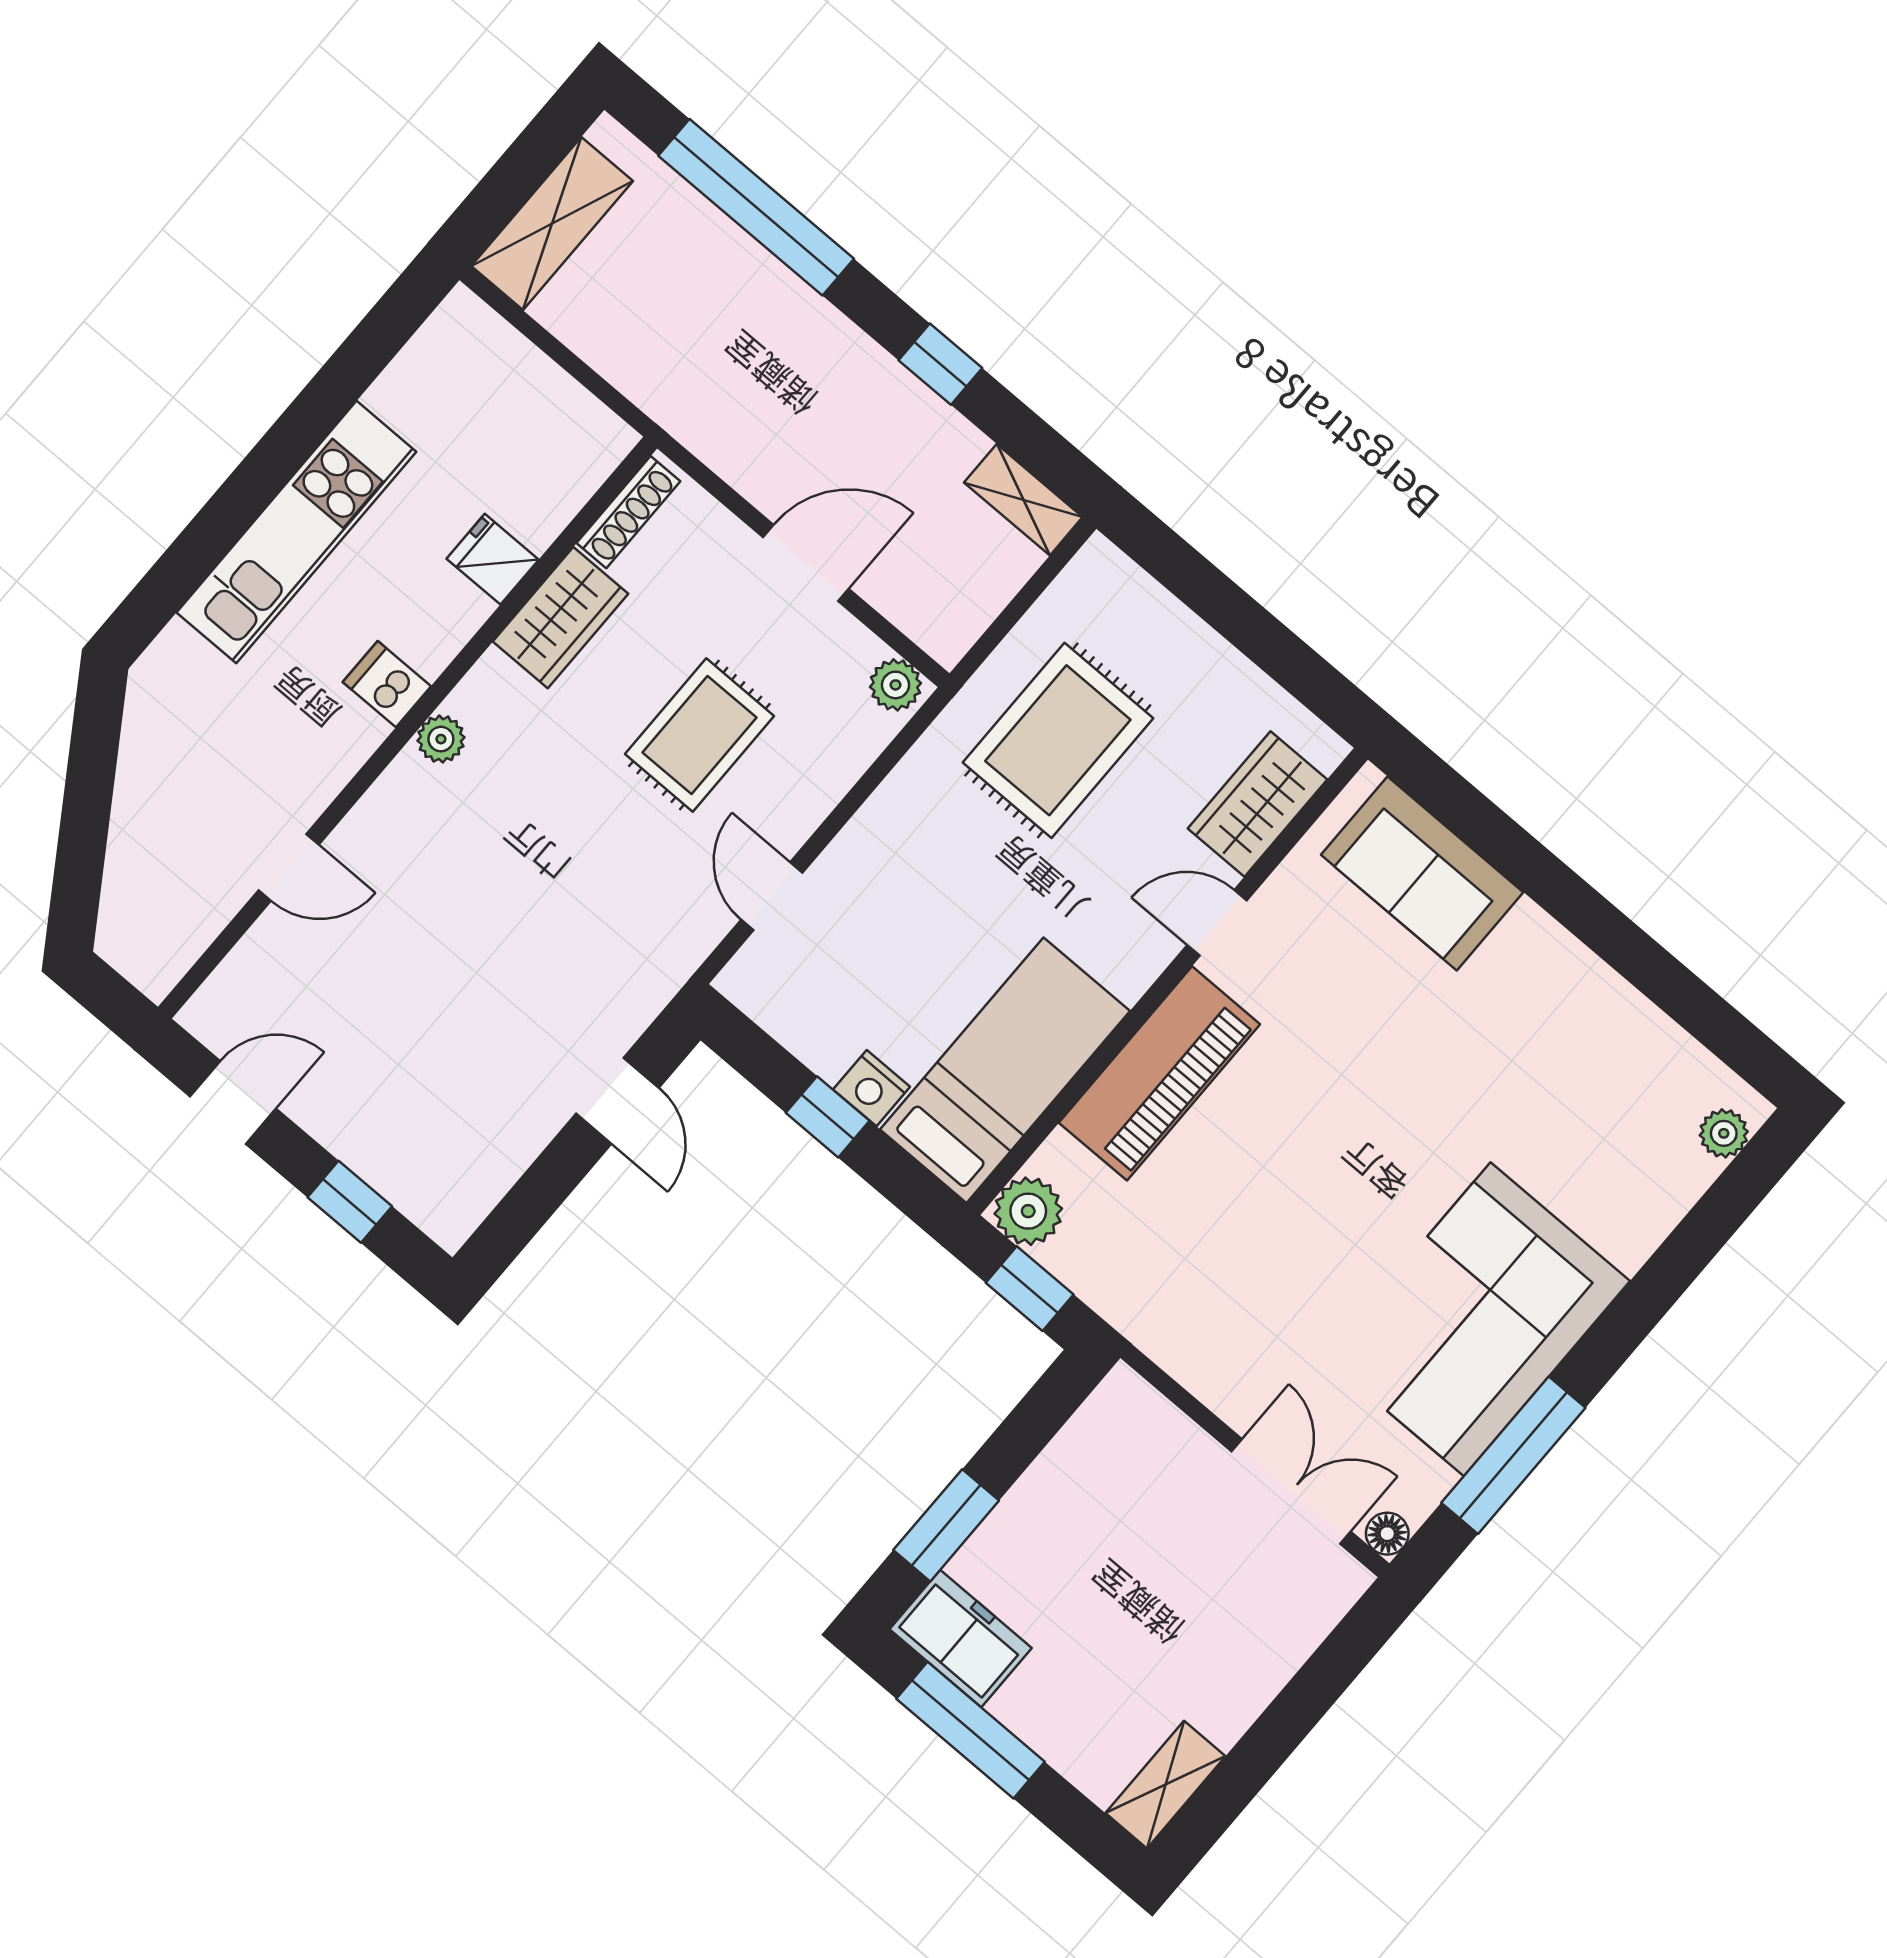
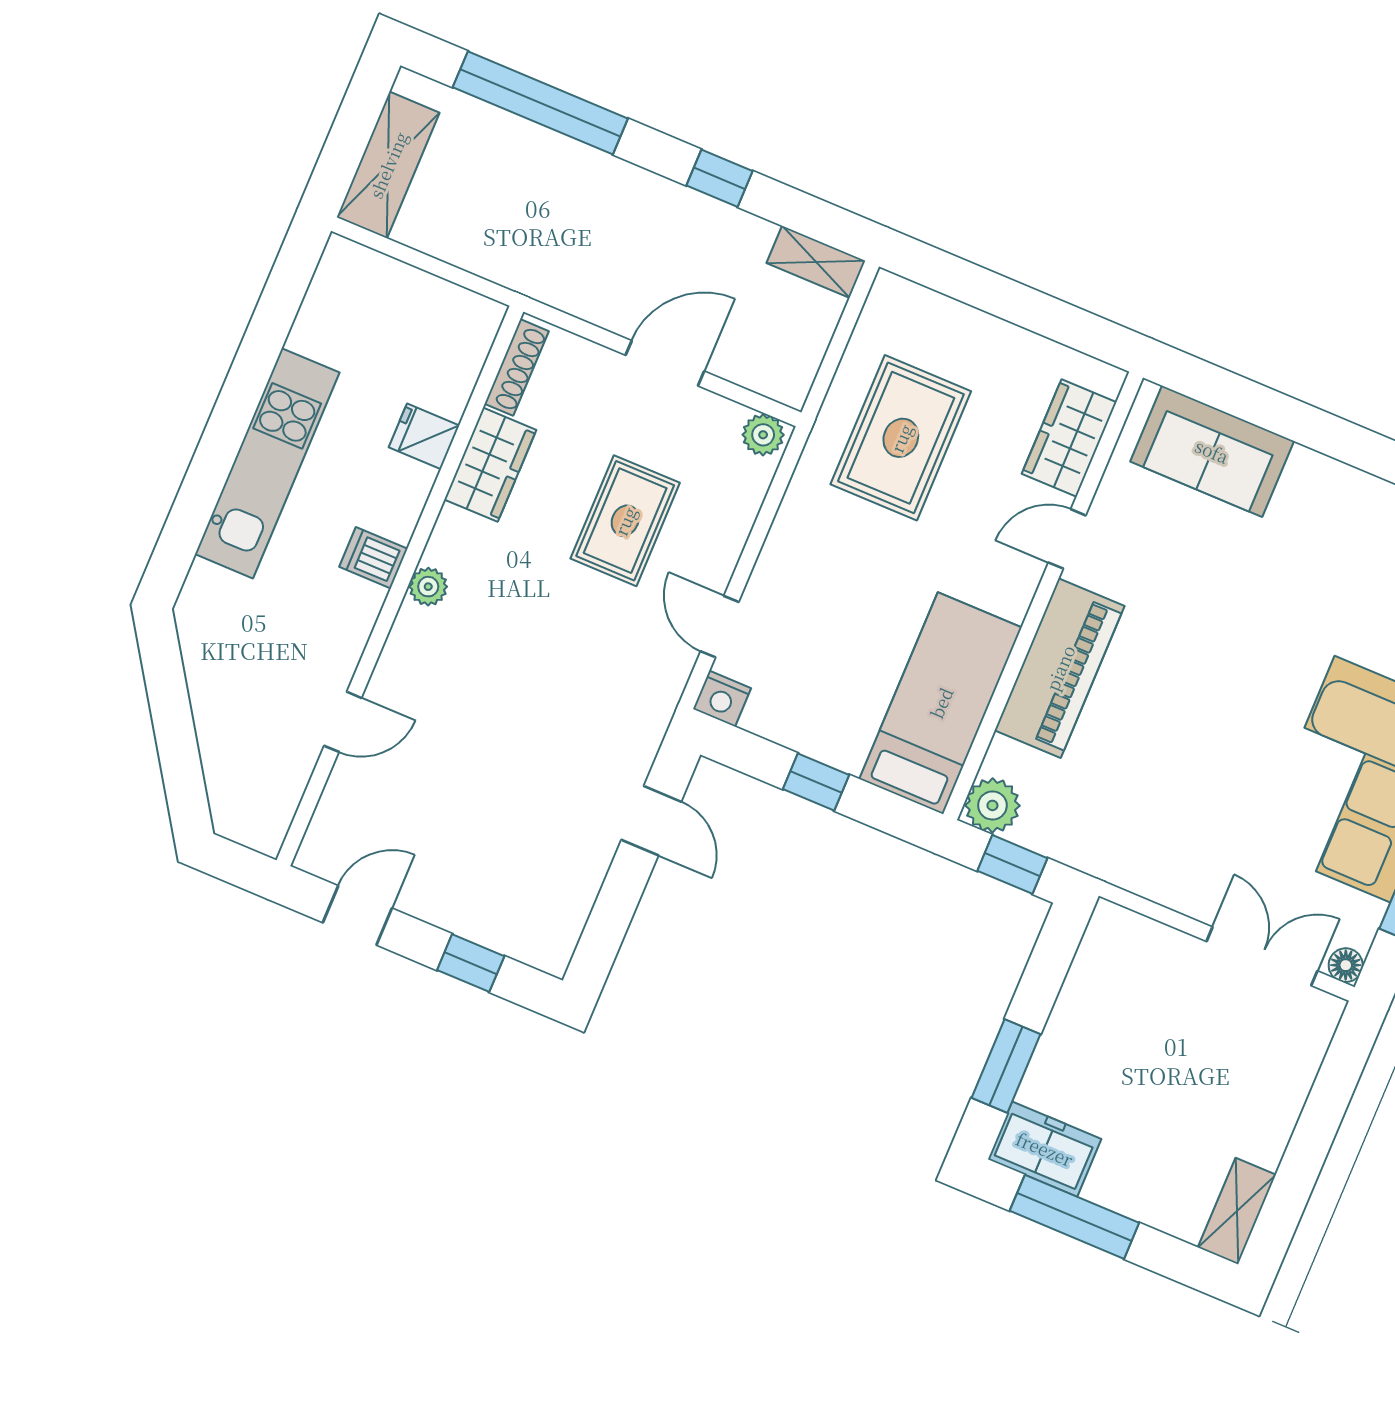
nightstand: (872, 1088) -> (722, 699), moved

